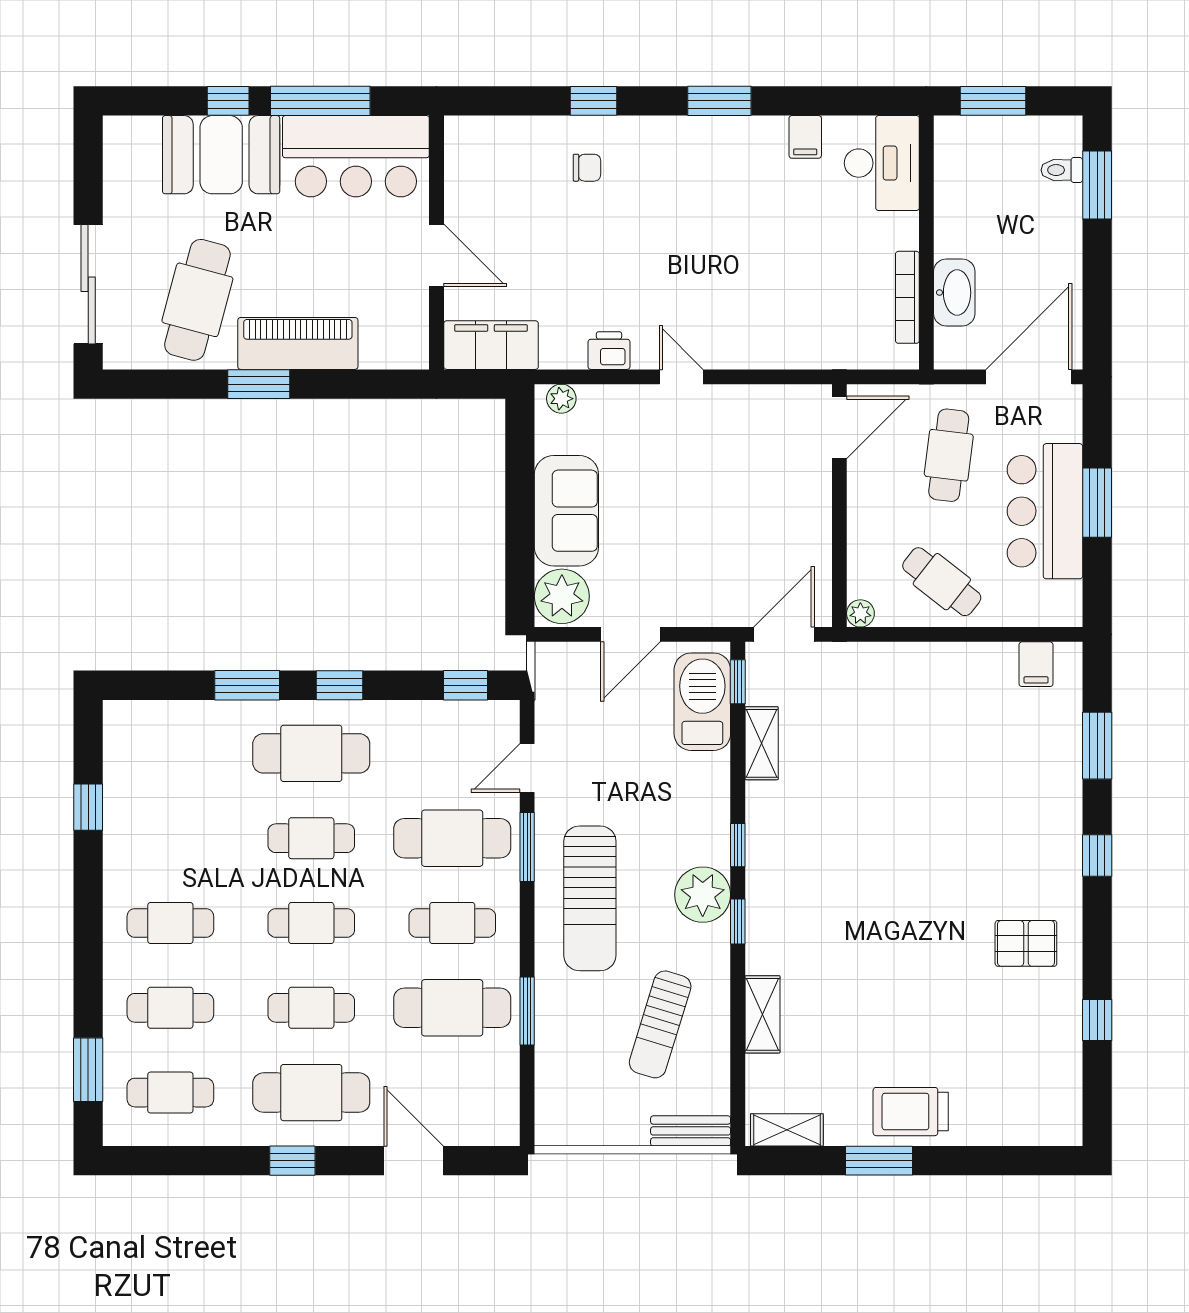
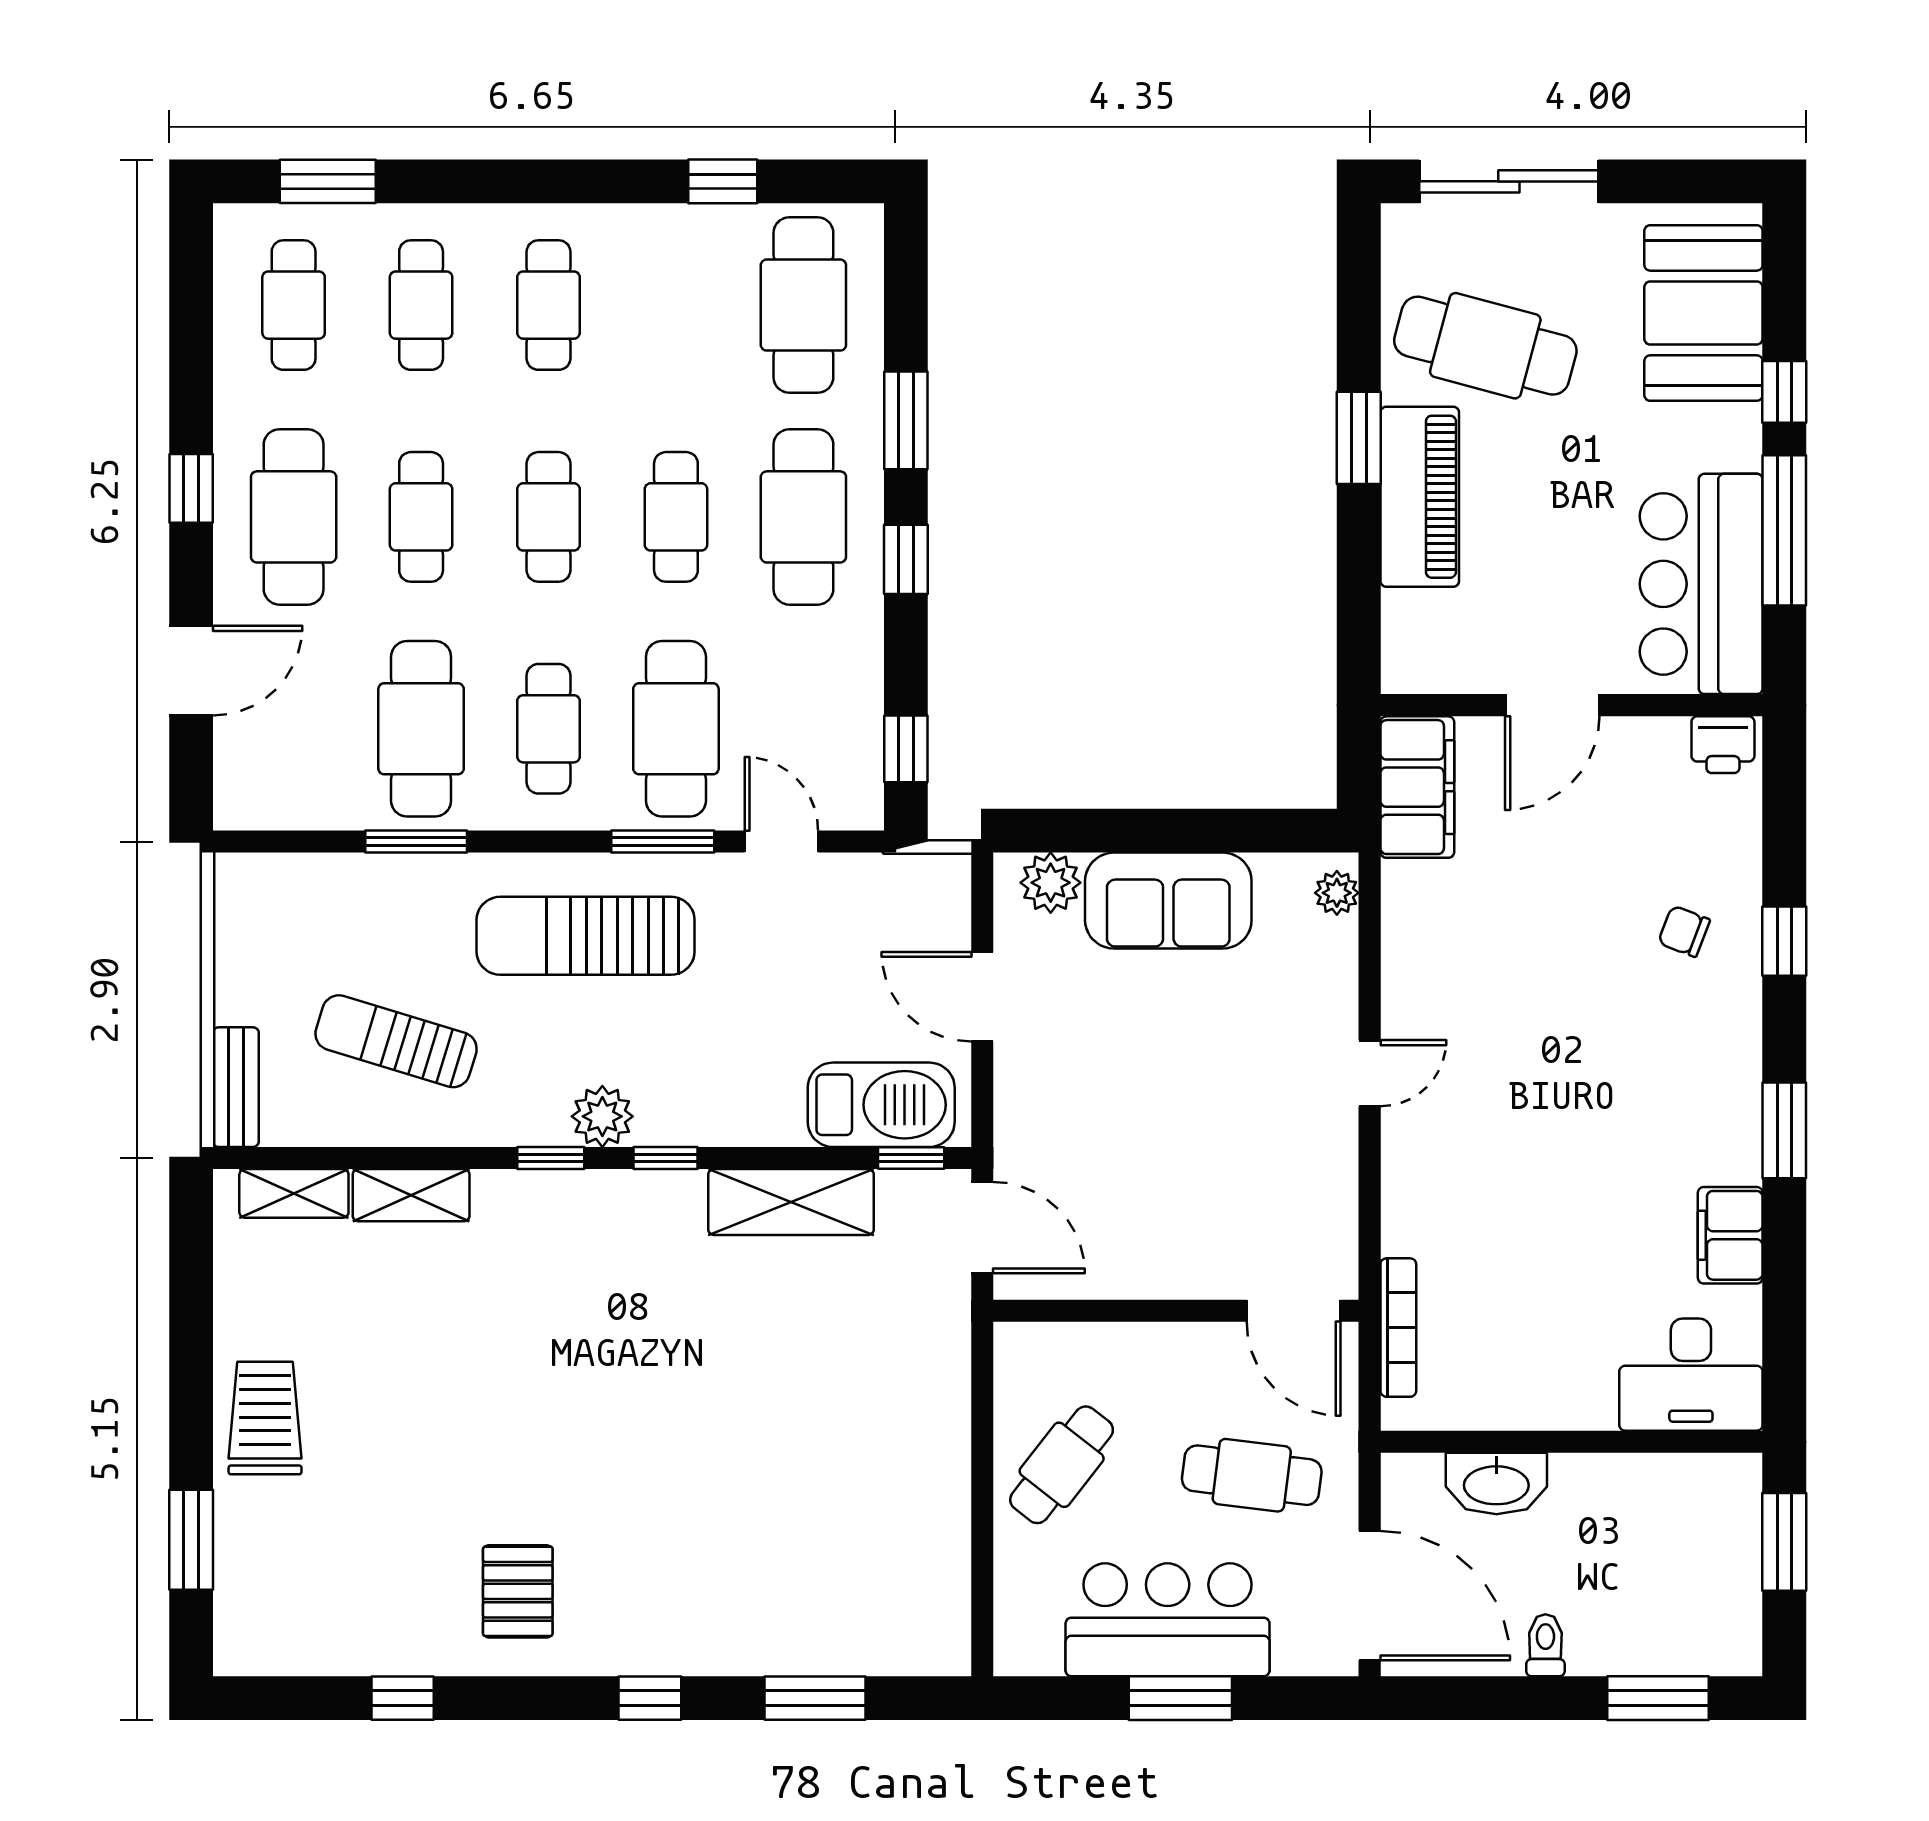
filing cabinet: (805, 137) -> (1730, 1235), width x2.00
booth: (221, 155) -> (1703, 313), moved
chair: (587, 168) -> (1684, 931), turned 111
toilet: (1062, 170) -> (1545, 1645), moved
bookcase: (907, 297) -> (1398, 1328), moved, turned 90
printer: (609, 351) -> (1723, 745), moved, turned 90
plant: (562, 596) -> (1051, 883), width x0.73, depth x0.73
plant: (860, 613) -> (1014, 1342), removed
filing cabinet: (1036, 664) -> (938, 1606), removed
shelving: (762, 743) -> (791, 1202), width x1.50, depth x1.33
cafe table: (170, 753) -> (803, 305), added
plant: (703, 895) -> (602, 1116), width x0.73, depth x0.73
shelving: (787, 1130) -> (294, 1193), moved, turned 90
window: (879, 1161) -> (191, 1540), moved

